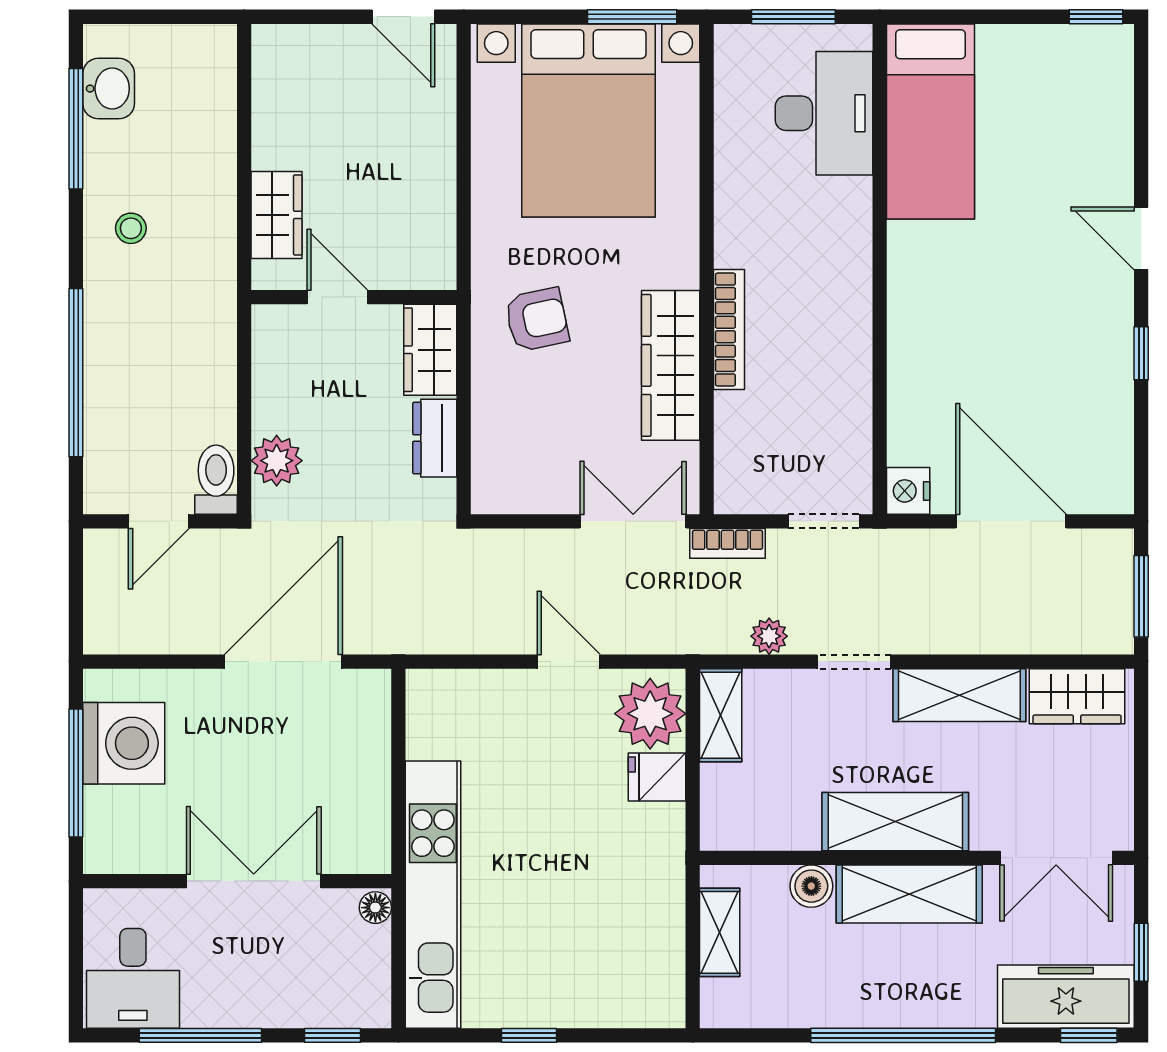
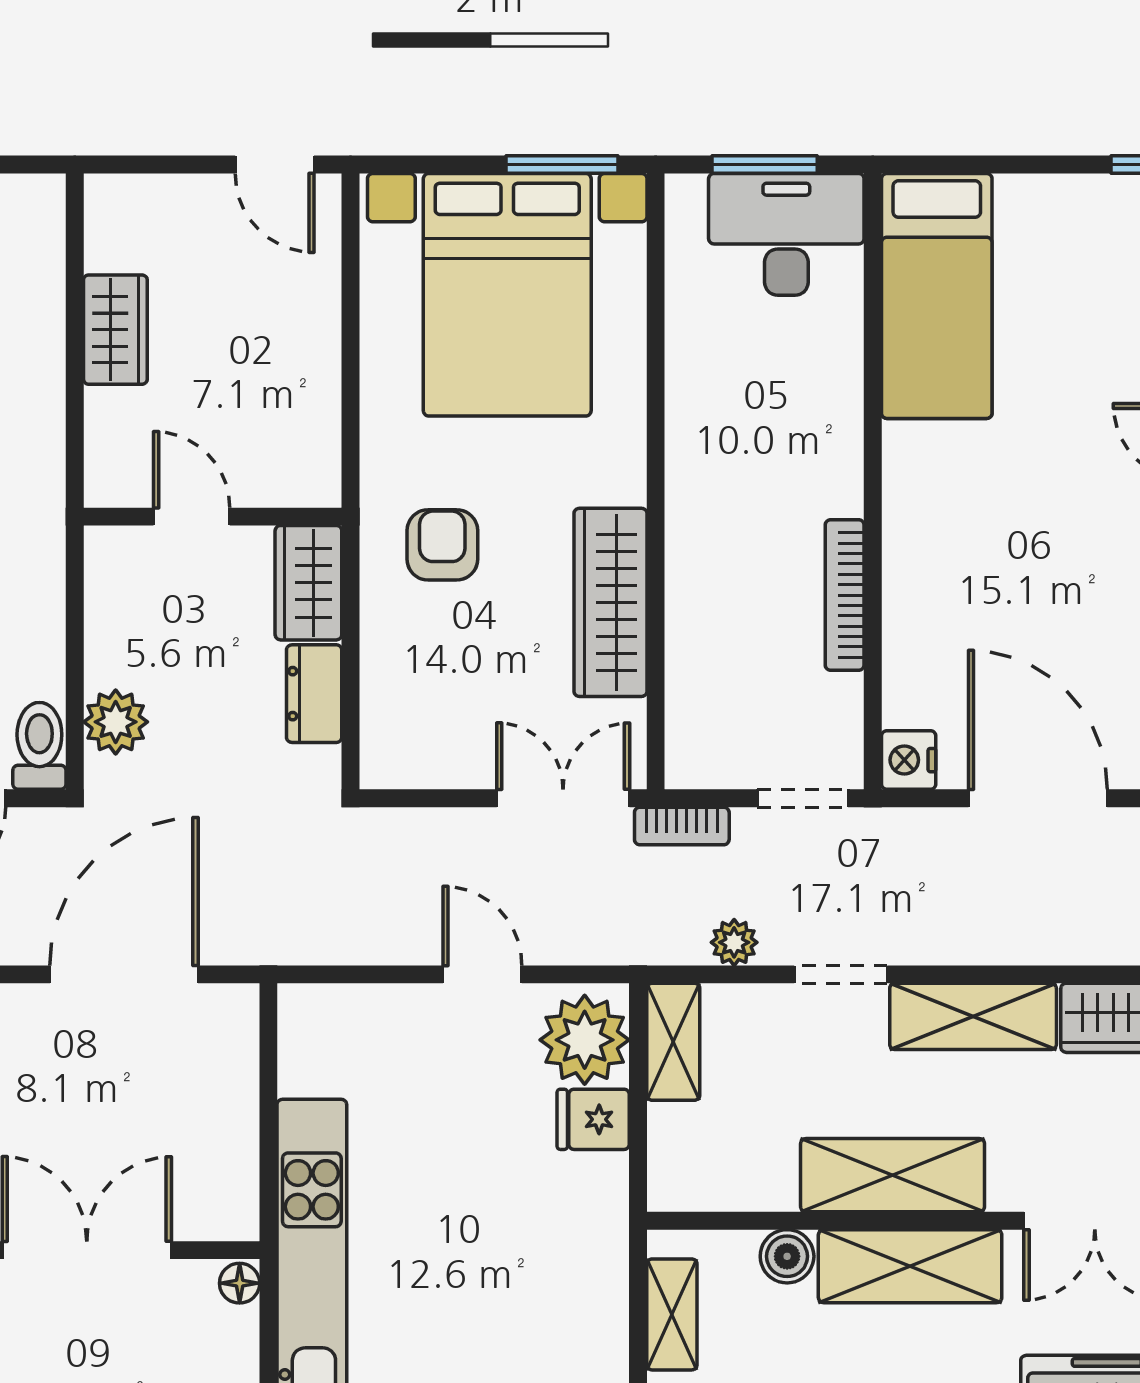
desk: (824, 113) -> (786, 234), moved, turned -90
wardrobe: (276, 215) -> (115, 330), moved
armchair: (537, 320) -> (442, 545), turned -78
bookcase: (729, 329) -> (845, 595), moved, turned 180

